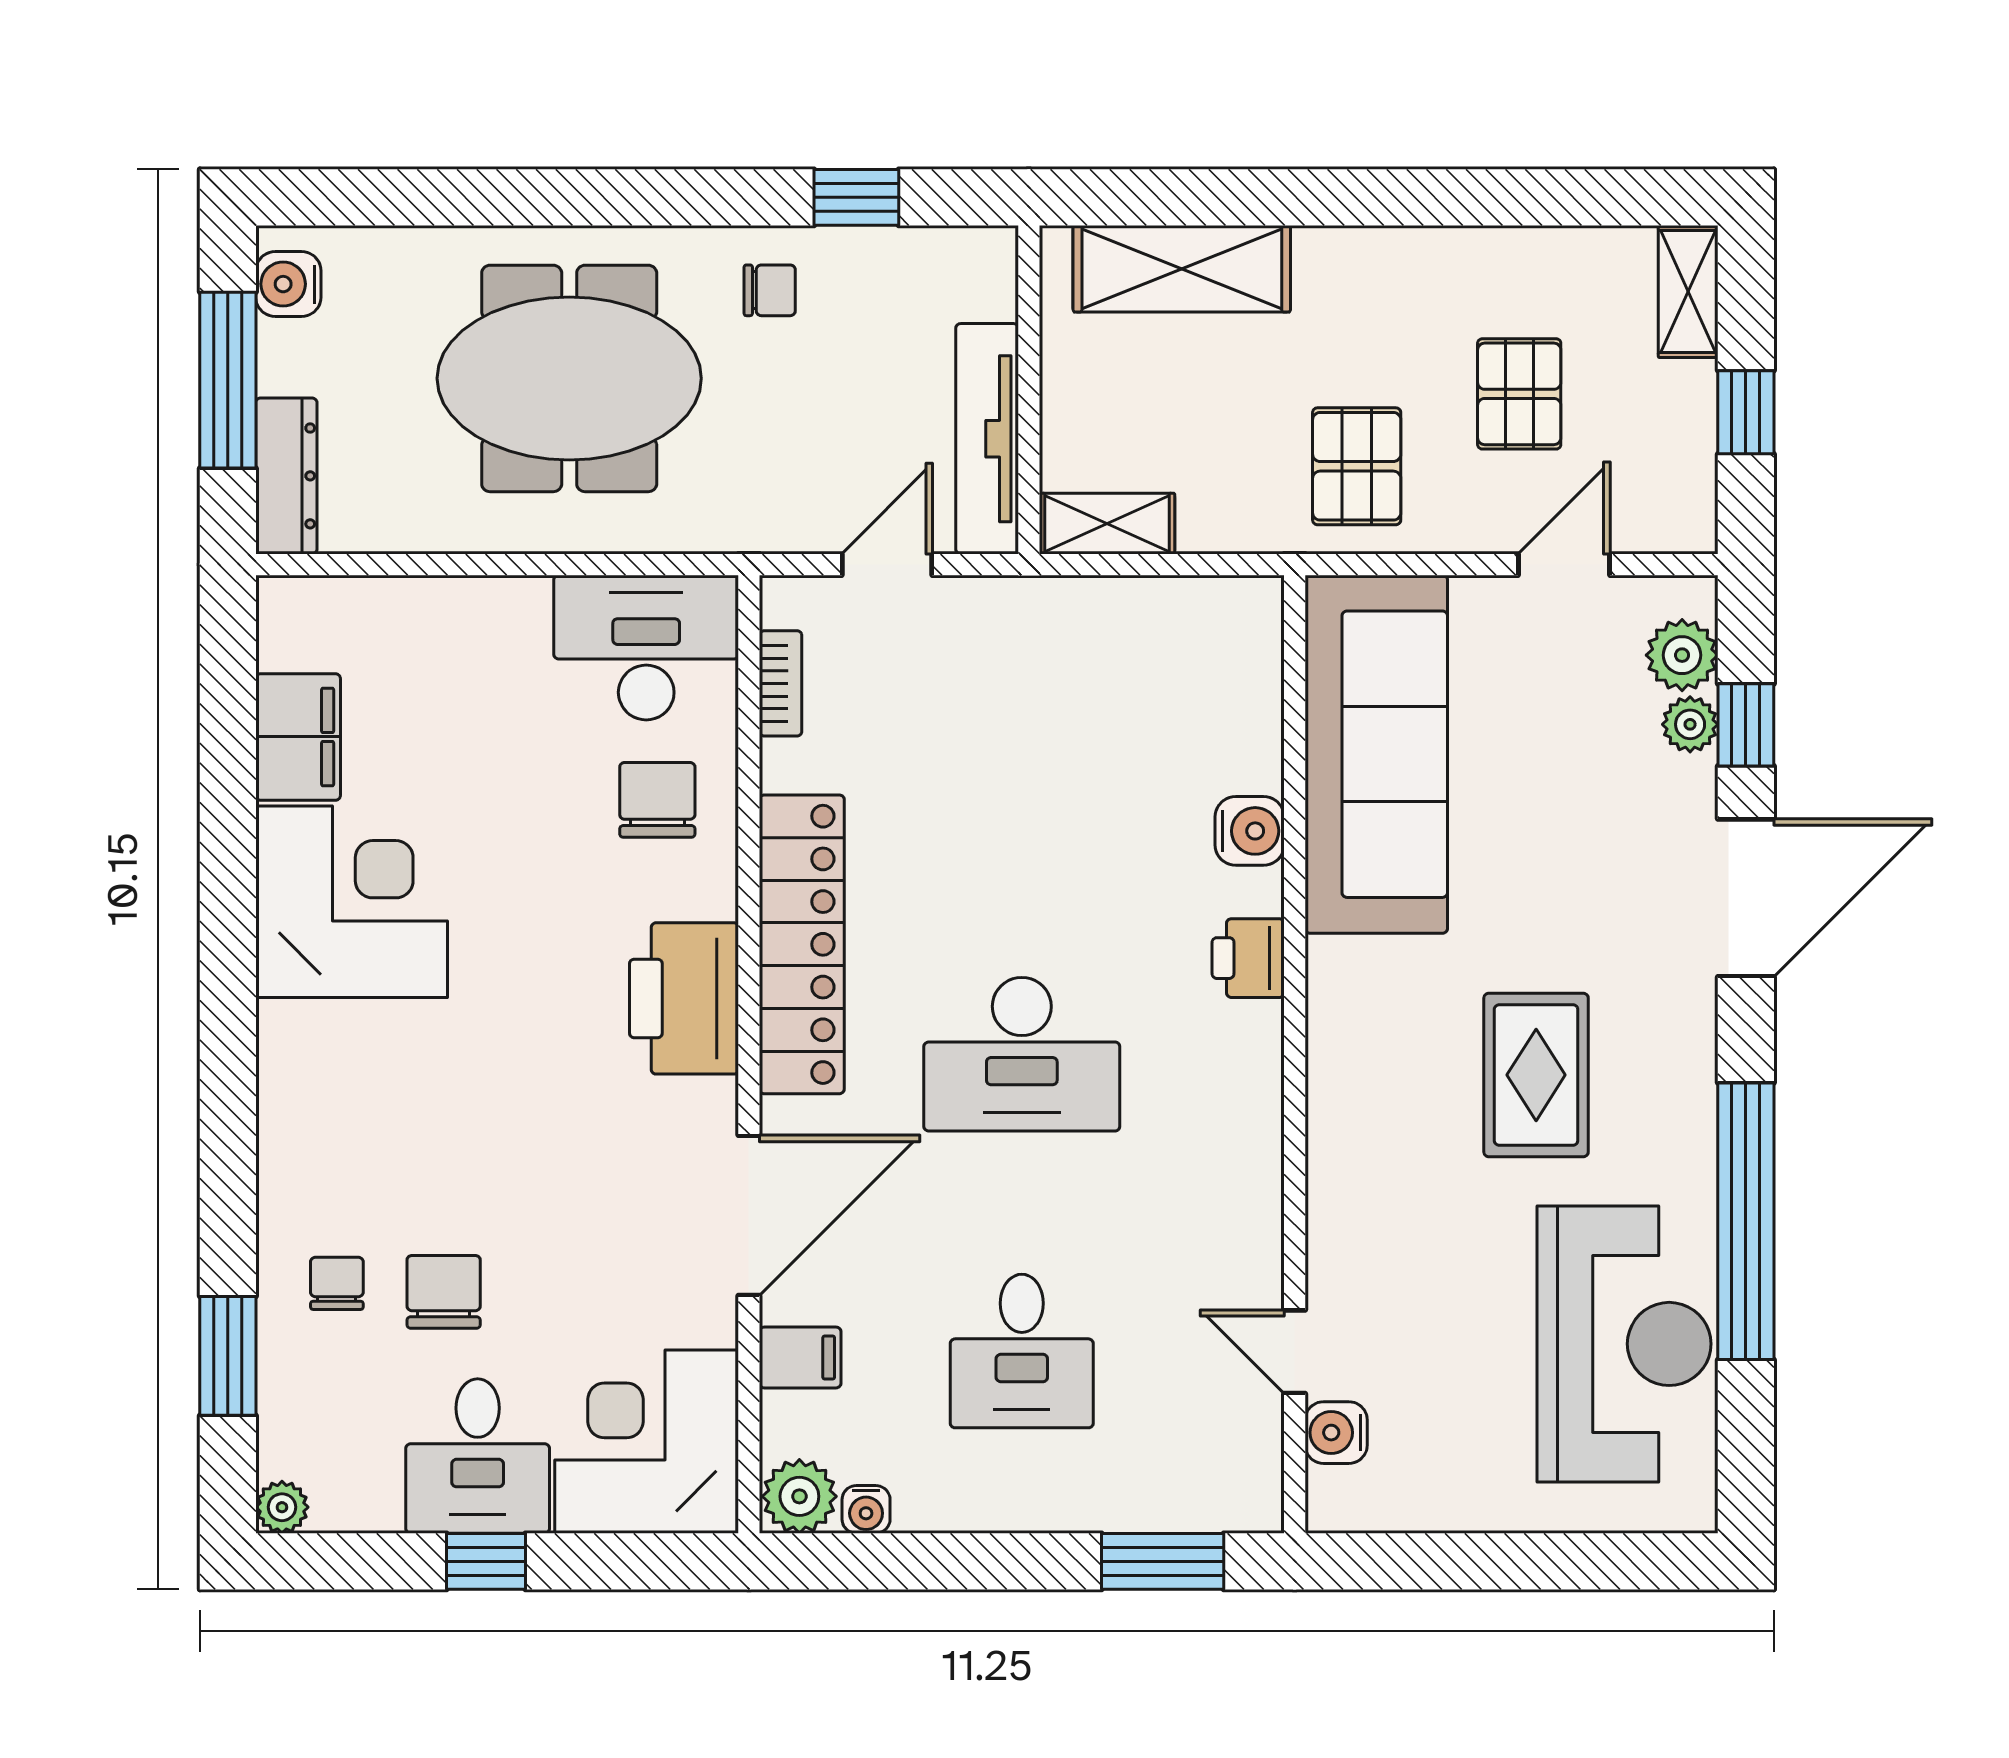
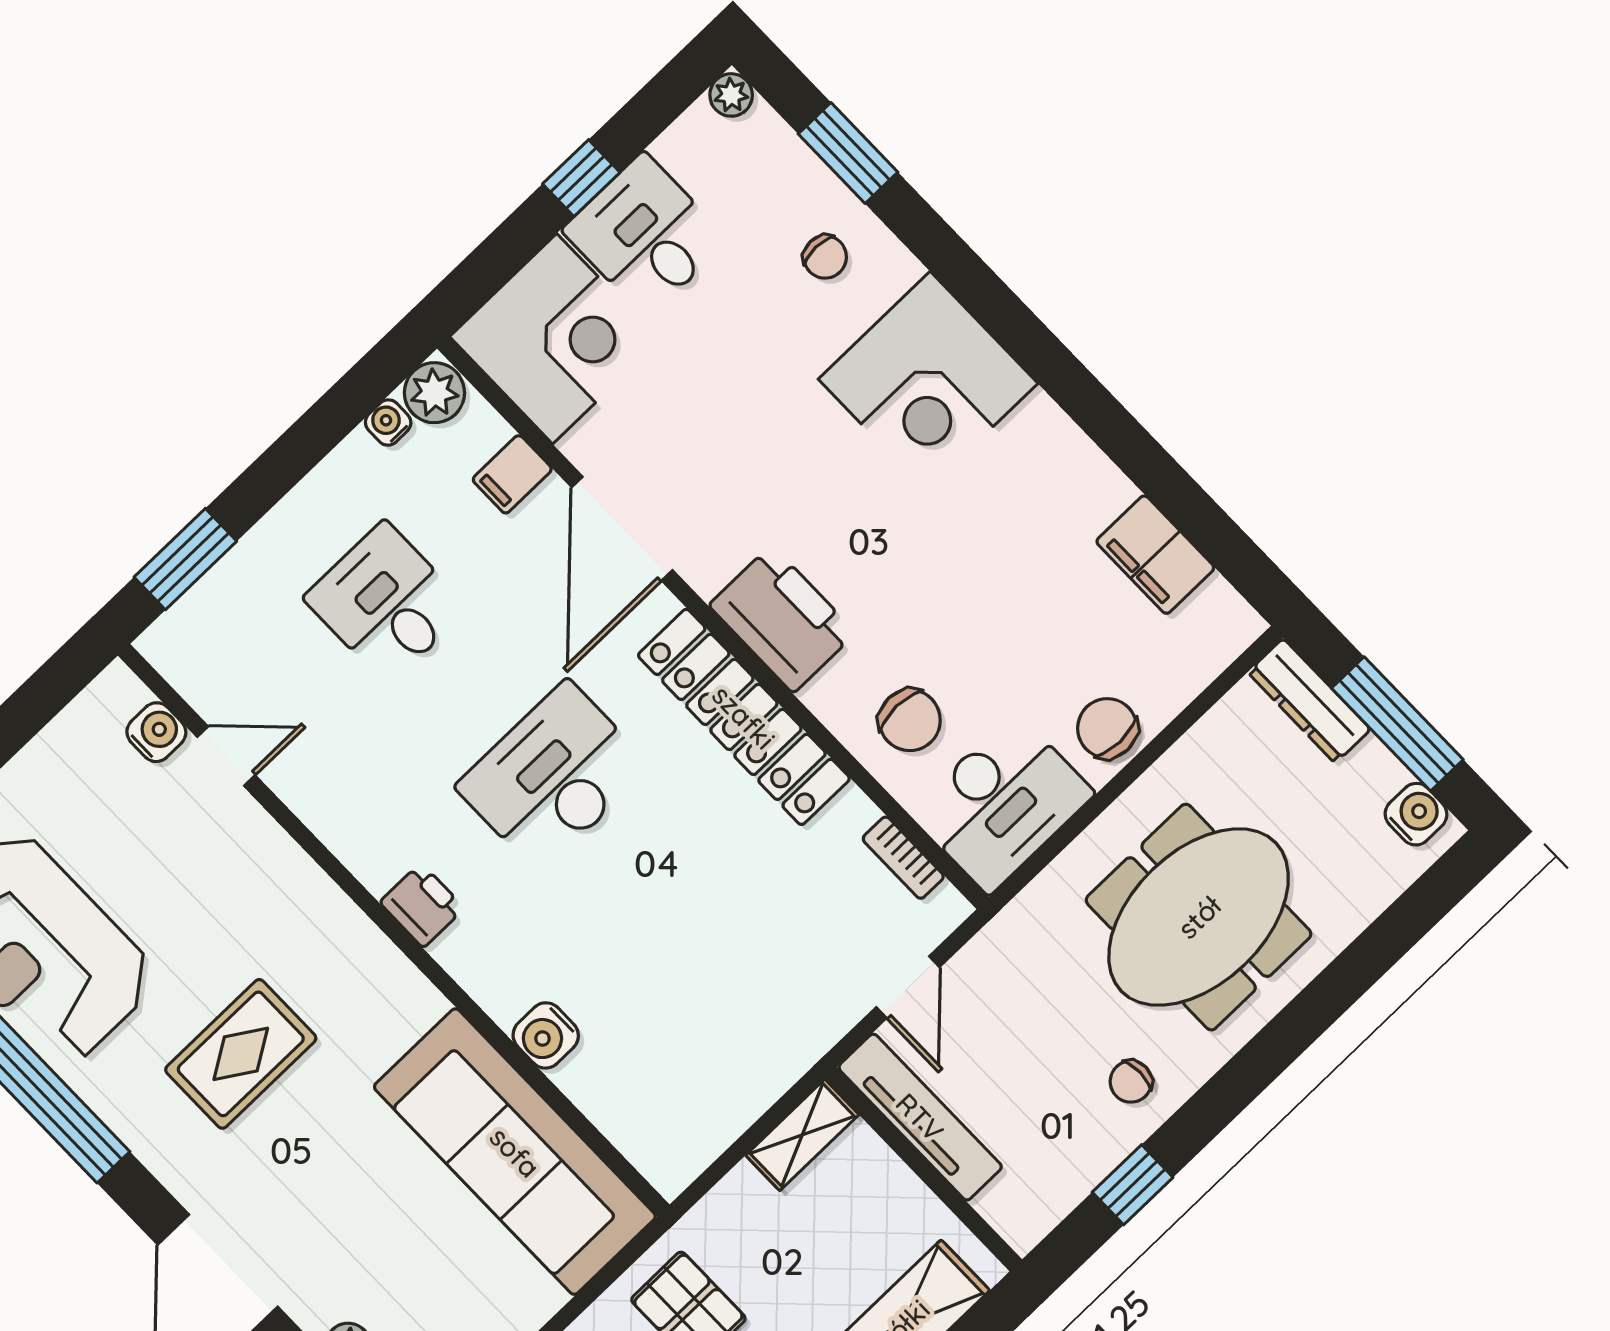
corner desk: (352, 902) -> (928, 381), moved
printer: (1248, 958) -> (422, 905), moved
rug: (1536, 1075) -> (241, 1054), turned 90
chair: (444, 1292) -> (1107, 728), moved, turned 180

